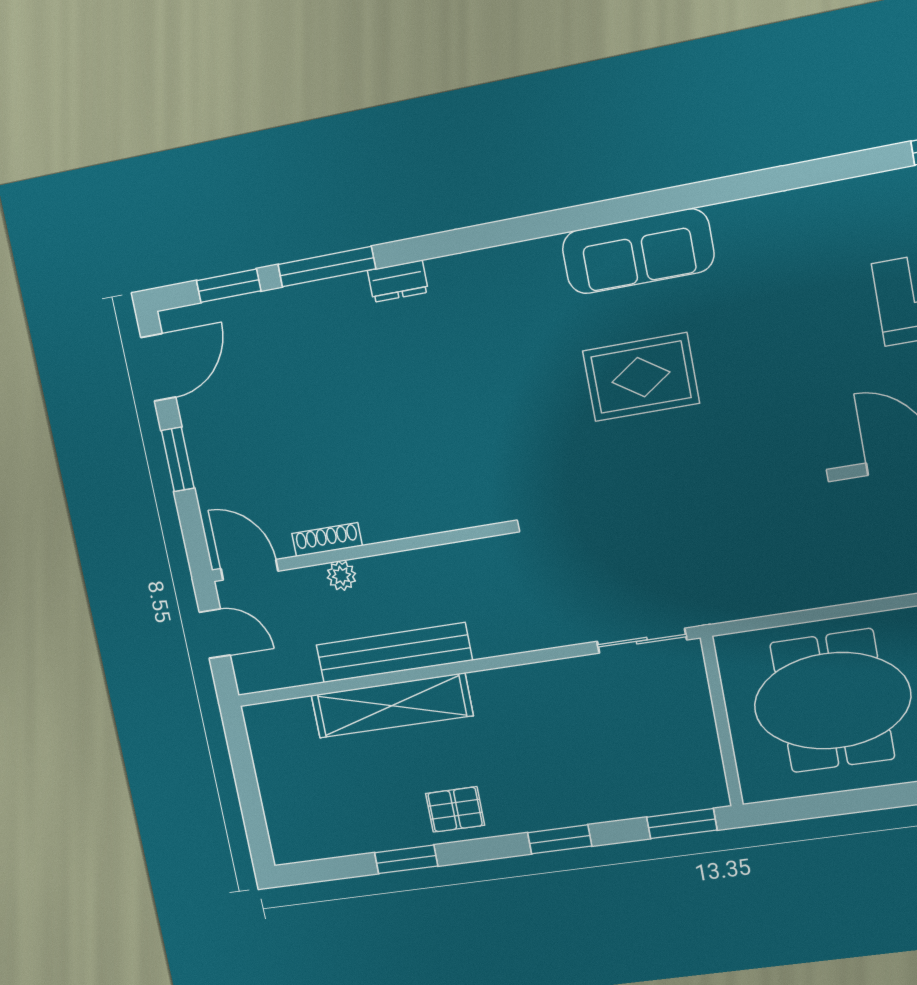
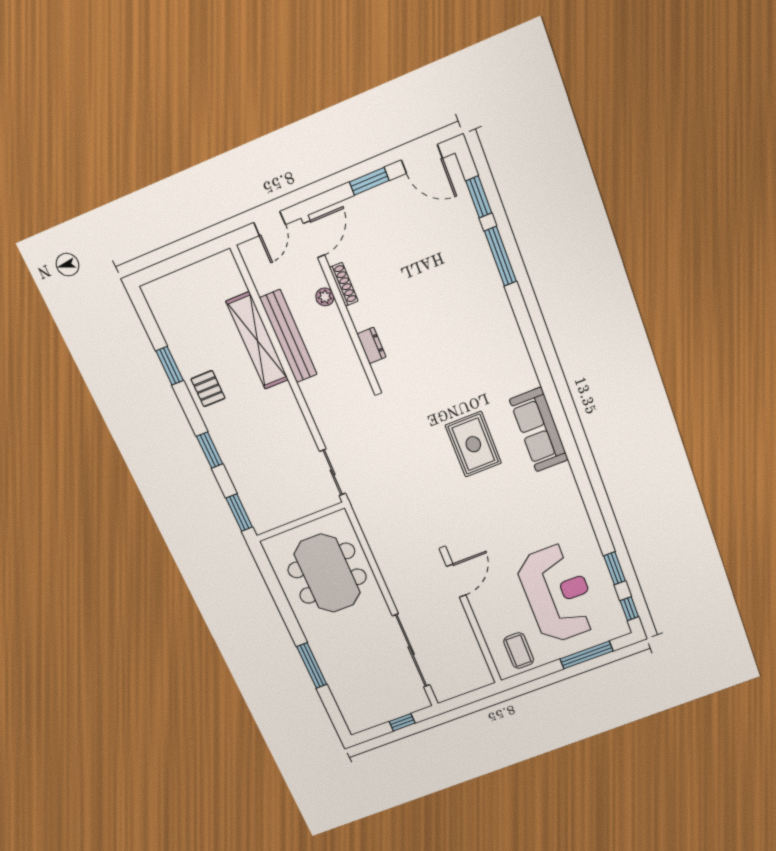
dresser: (398, 281) -> (371, 346), moved, turned 180

